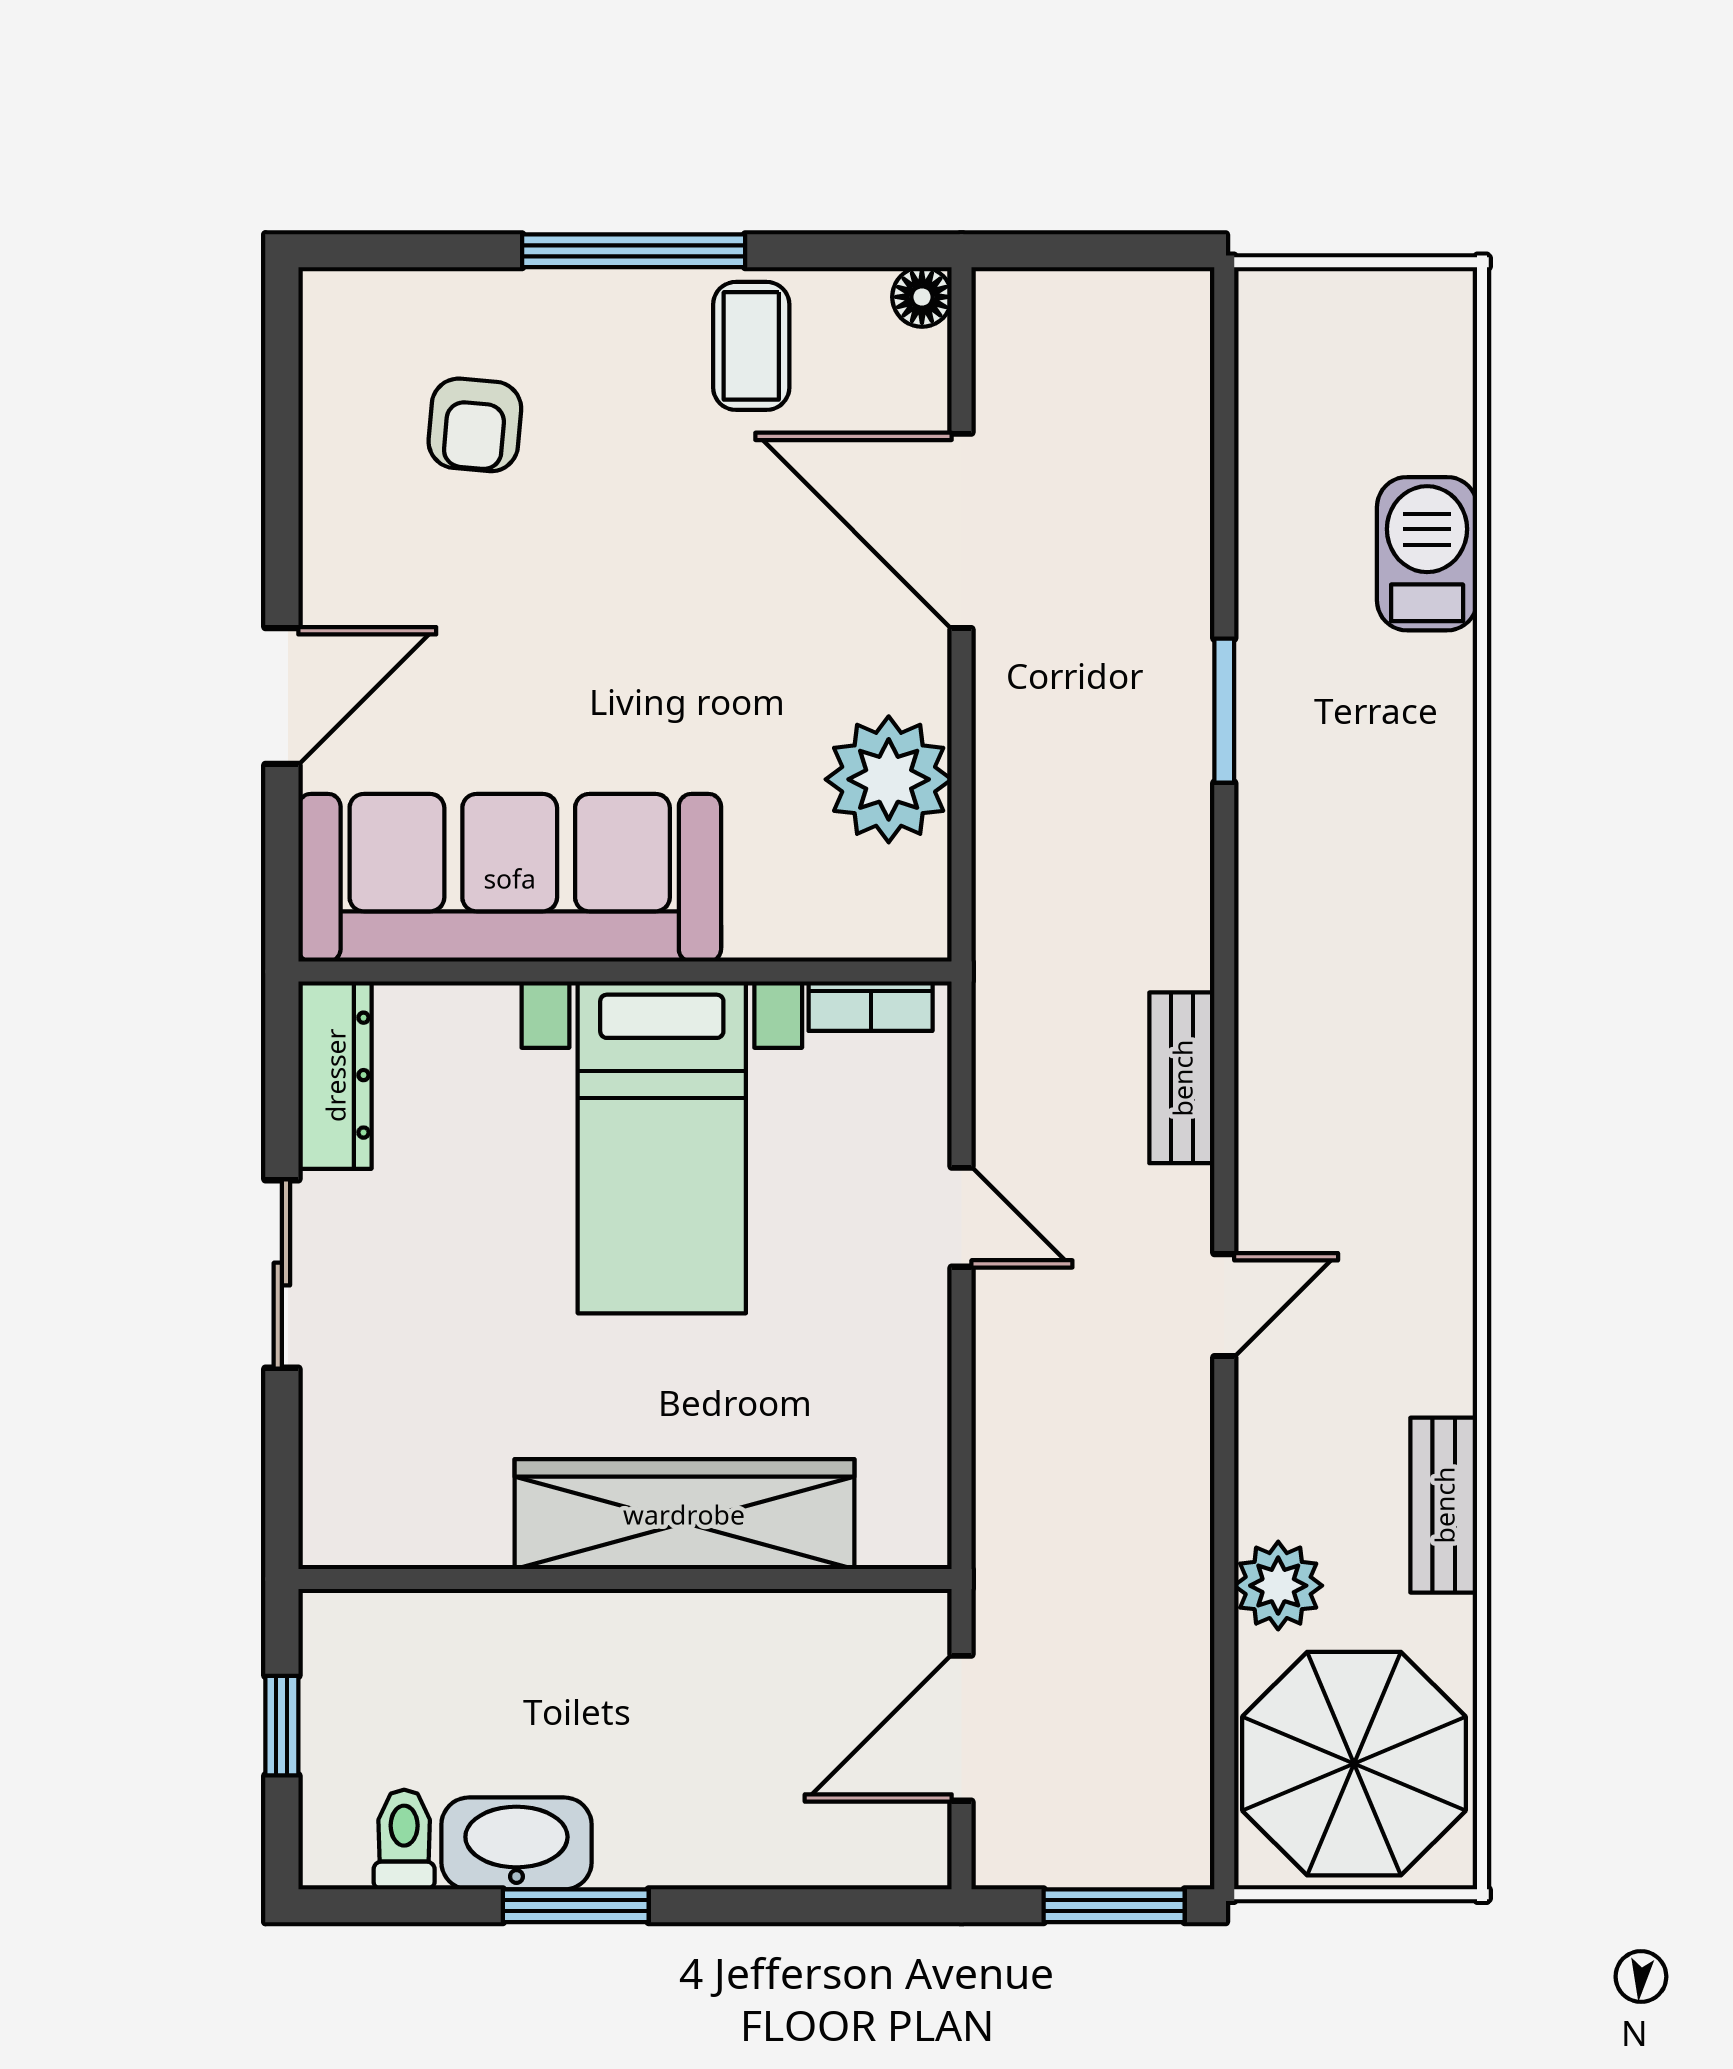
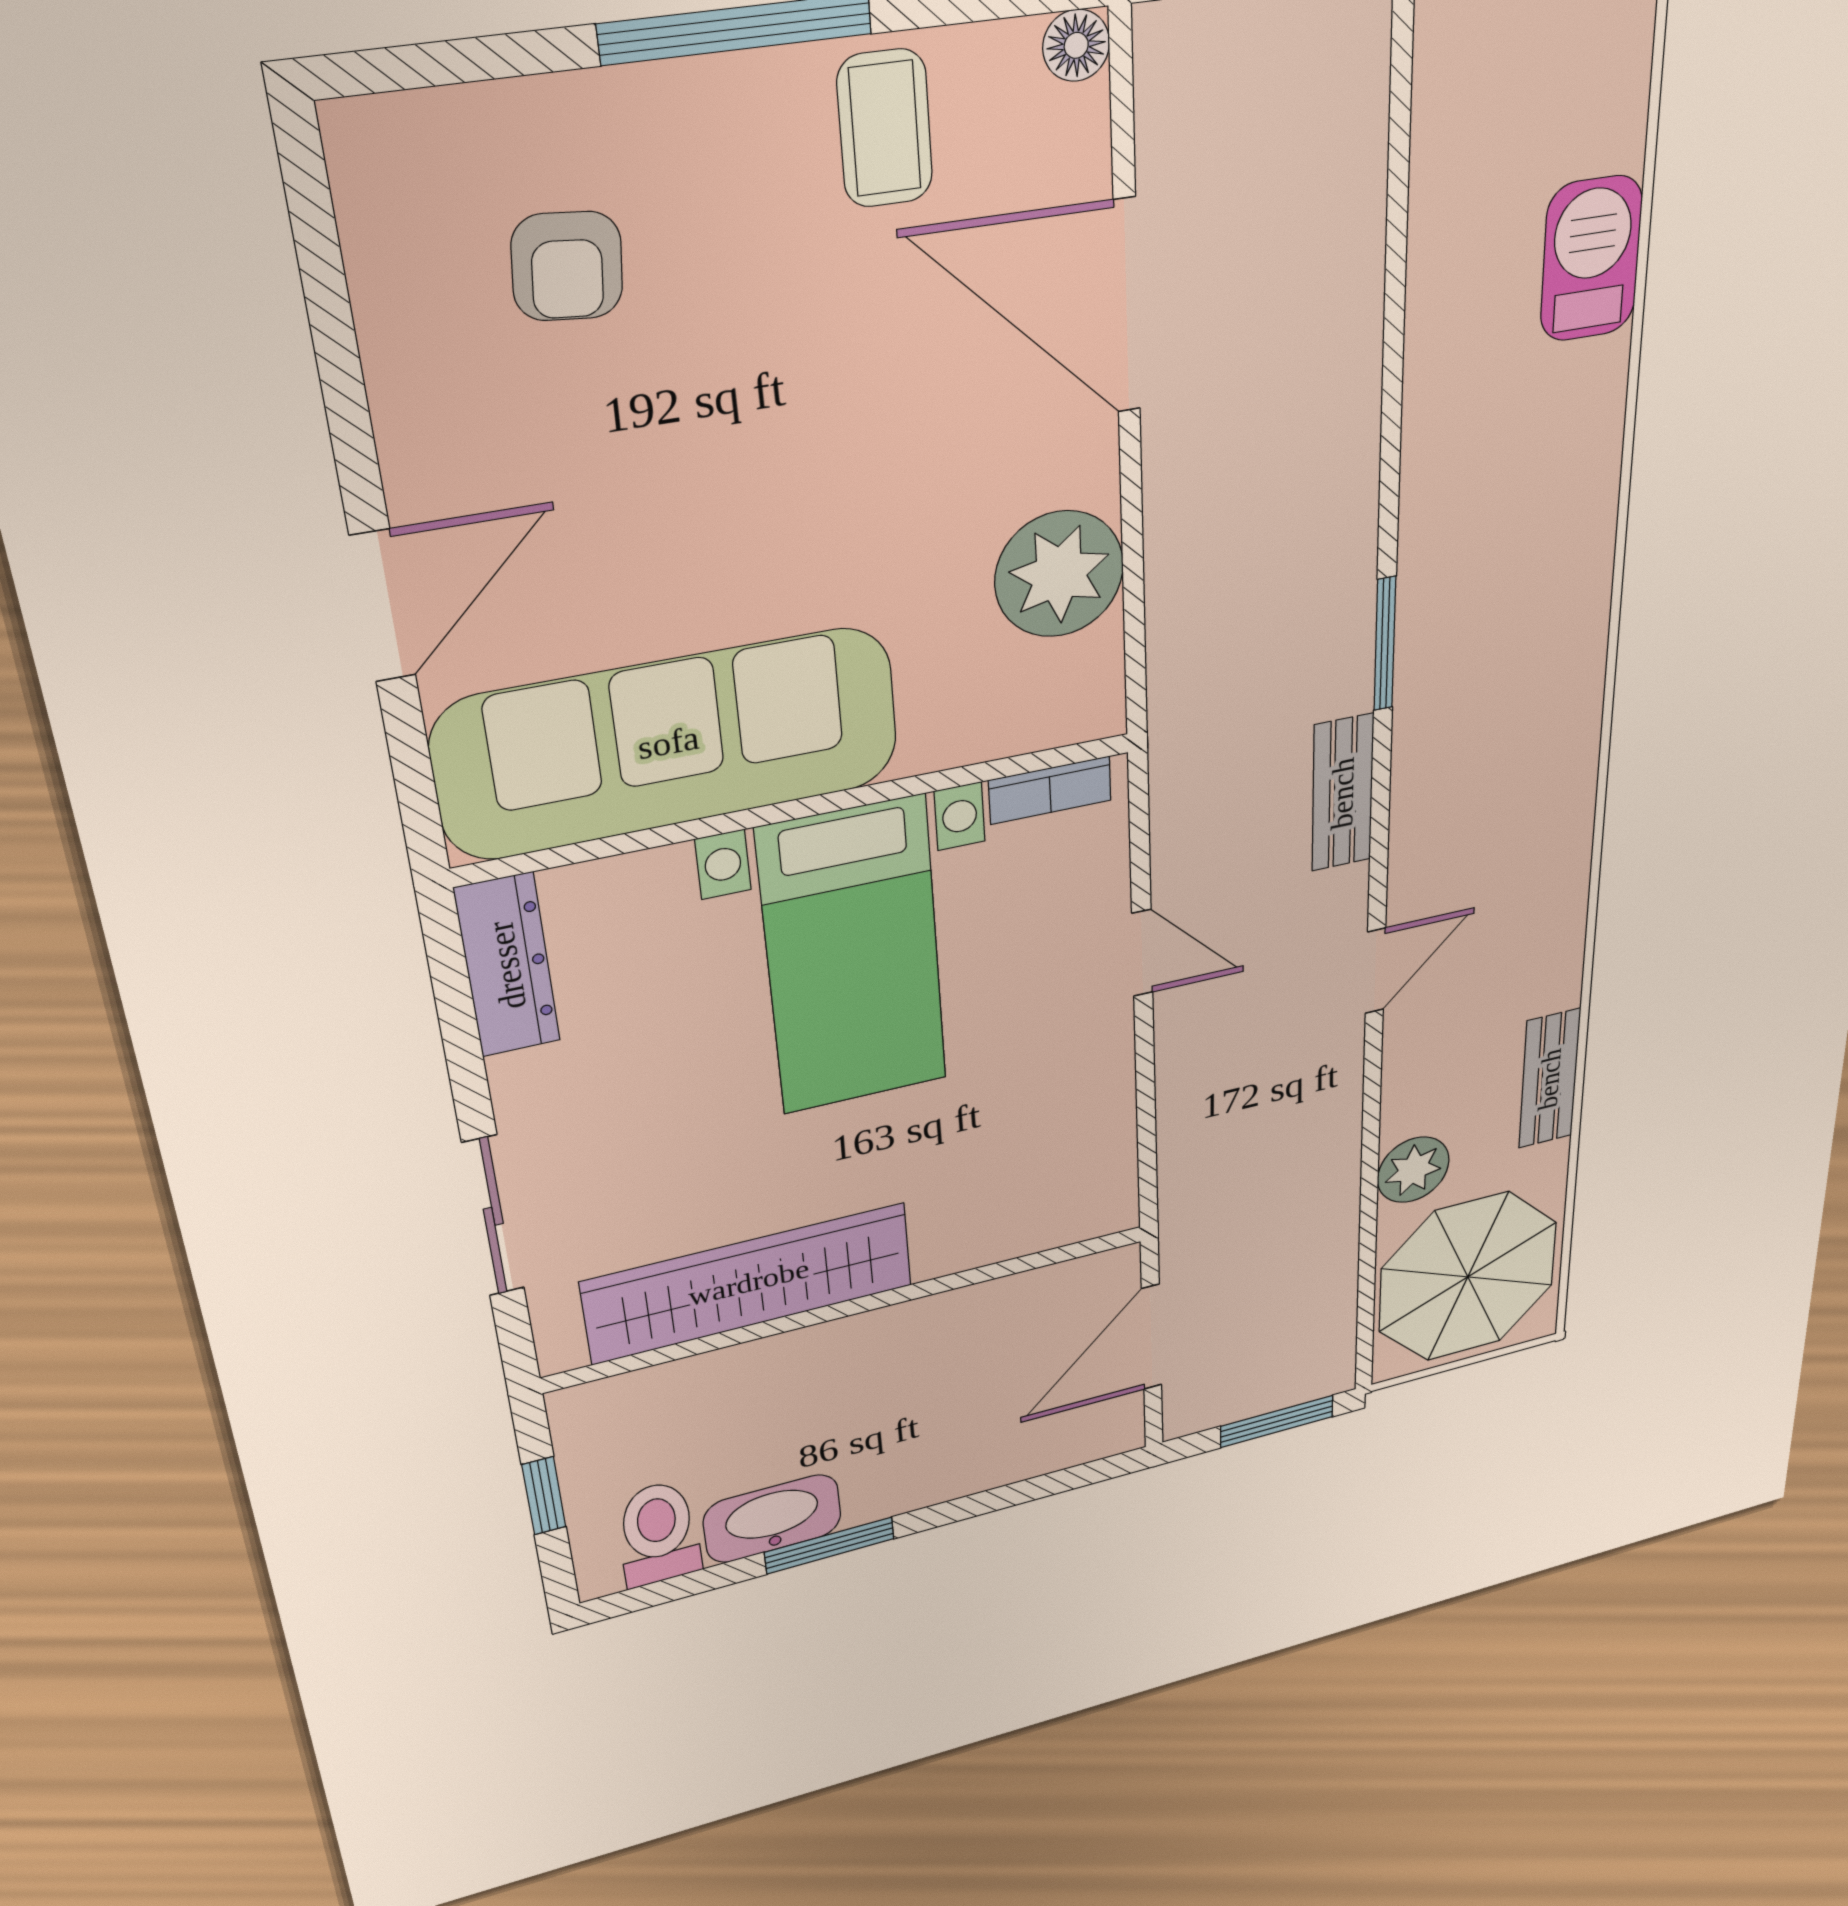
window: (1224, 711) -> (1385, 644), moved
sliding door: (282, 1274) -> (493, 1216), moved
wardrobe: (684, 1514) -> (749, 1283), moved
toilet: (404, 1840) -> (658, 1533), width x1.37, depth x1.39

